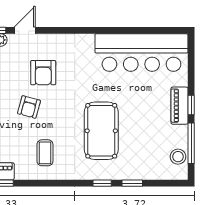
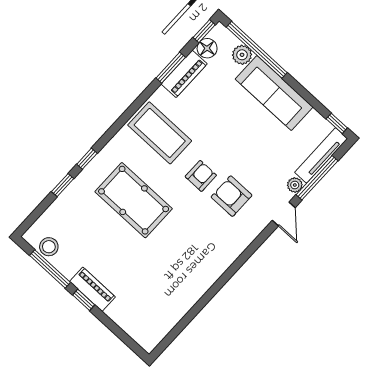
bar counter: (141, 52) -> (170, 299), removed
armchair: (29, 107) -> (201, 176), moved, turned 75
coffee table: (45, 153) -> (160, 133), width x1.86, depth x1.72

